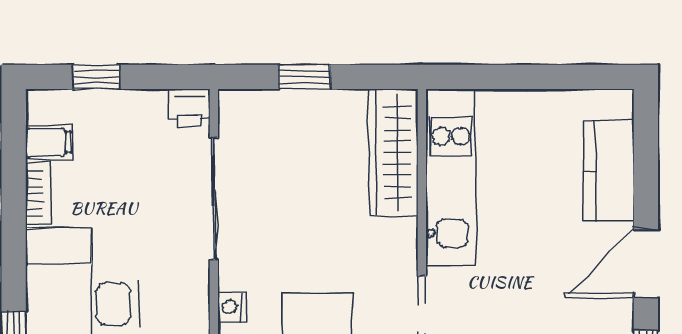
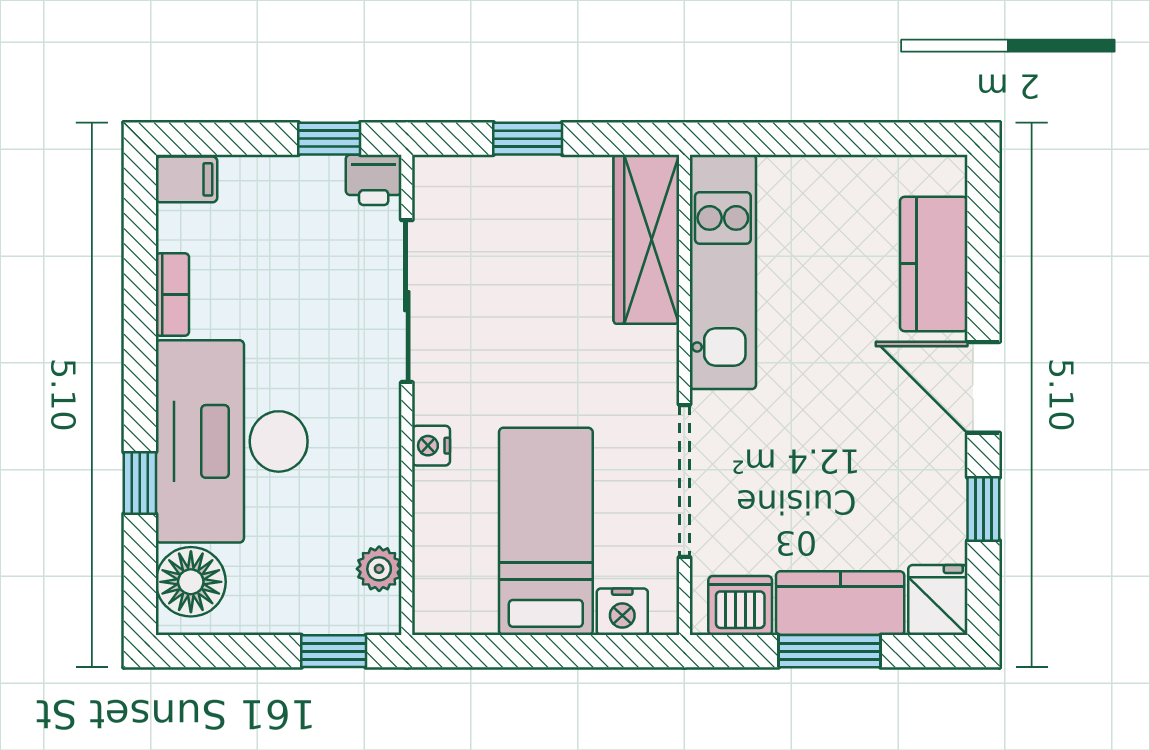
window: (96, 77) -> (329, 139), moved
filing cabinet: (49, 142) -> (186, 179), moved
door: (646, 263) -> (983, 387), hinge flipped

